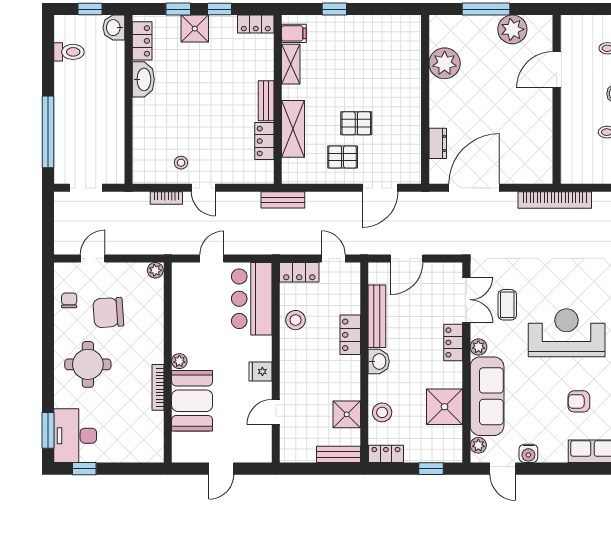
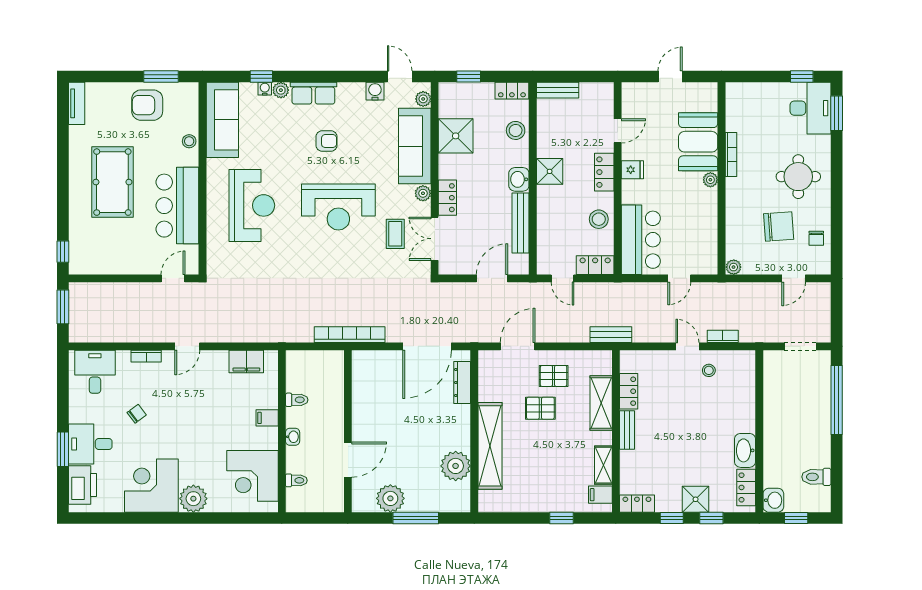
shelving: (409, 84) -> (490, 446), added
dresser: (438, 143) -> (462, 382), width x1.44
locker: (350, 335) -> (604, 172), moved, turned 180
shower: (347, 414) -> (550, 171), moved

